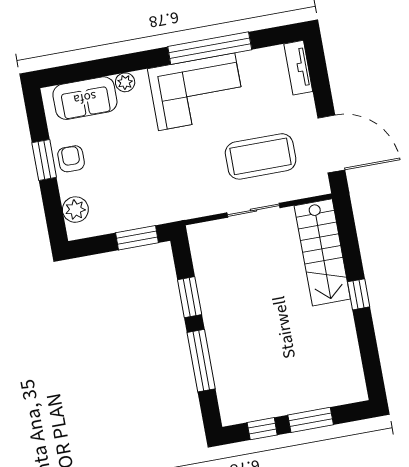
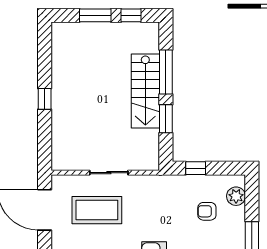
armchair: (71, 159) -> (207, 211), moved, turned 90
window: (137, 238) -> (196, 168), width x0.67
stairs: (322, 252) -> (145, 91), moved, turned 180

